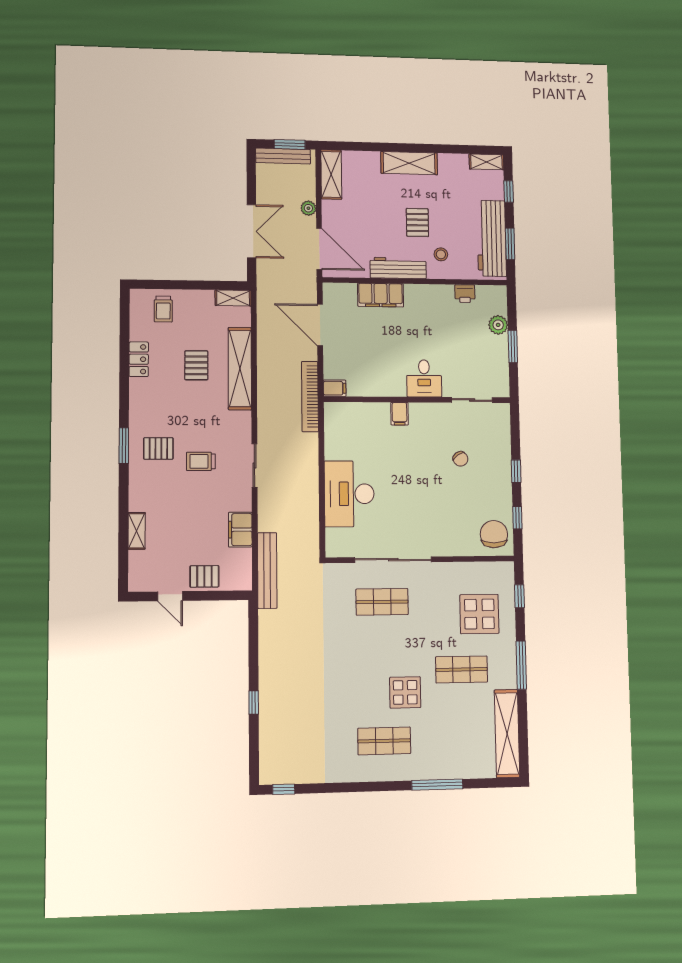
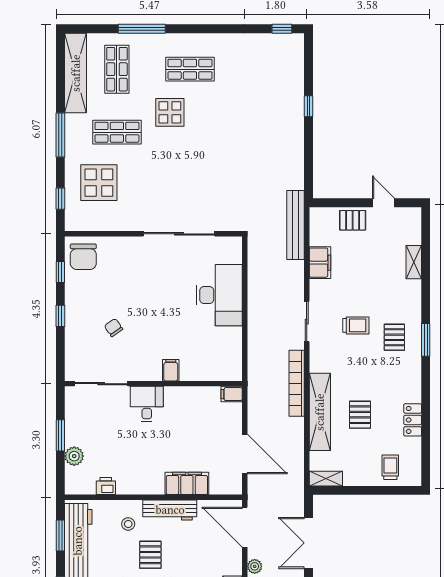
bookcase: (310, 397) -> (297, 383), moved, turned 180
sliding door: (472, 400) -> (101, 384), width x1.37
pallet: (158, 448) -> (394, 337), turned 90
shop shelf: (382, 602) -> (117, 69), moved, turned 90

